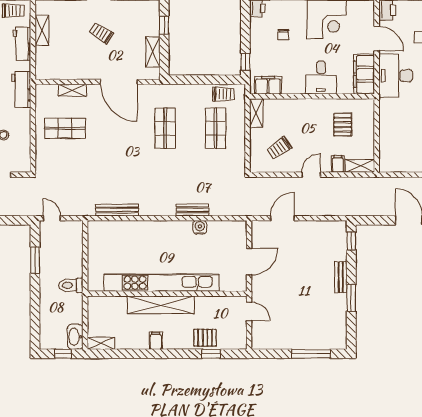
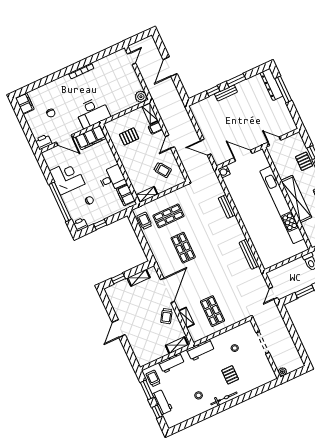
shelving: (42, 30) -> (177, 345), moved
trolley: (101, 33) -> (166, 316), moved
door: (377, 38) -> (65, 140), swing flipped
window: (245, 62) -> (100, 224), moved
desk: (396, 76) -> (93, 112), moved
desk: (321, 78) -> (112, 178), moved
shop shelf: (165, 128) -> (183, 248), turned 90
plant: (387, 164) -> (141, 97), added
door: (311, 175) -> (170, 142), hinge flipped
water cooler: (200, 227) -> (224, 172), moved
window: (351, 241) -> (213, 91), moved
door: (249, 311) -> (274, 141), hinge flipped
dresser: (325, 342) -> (271, 84), added

